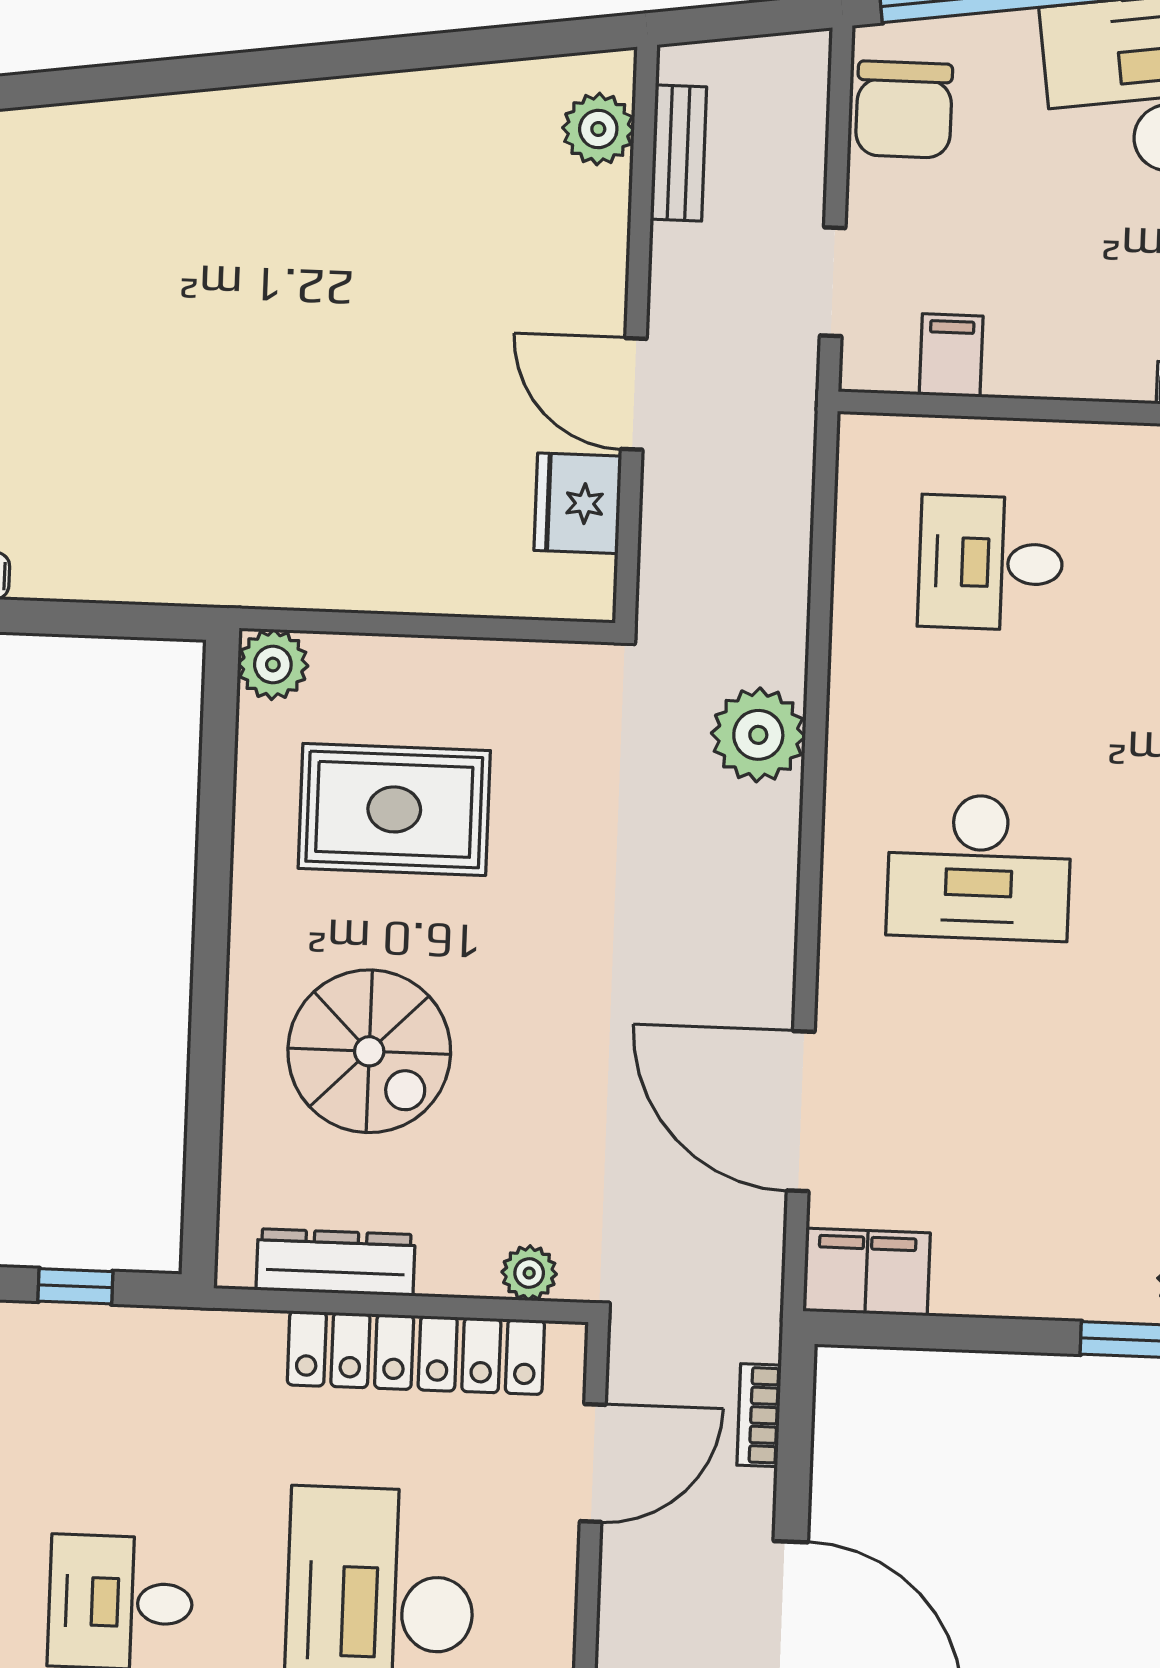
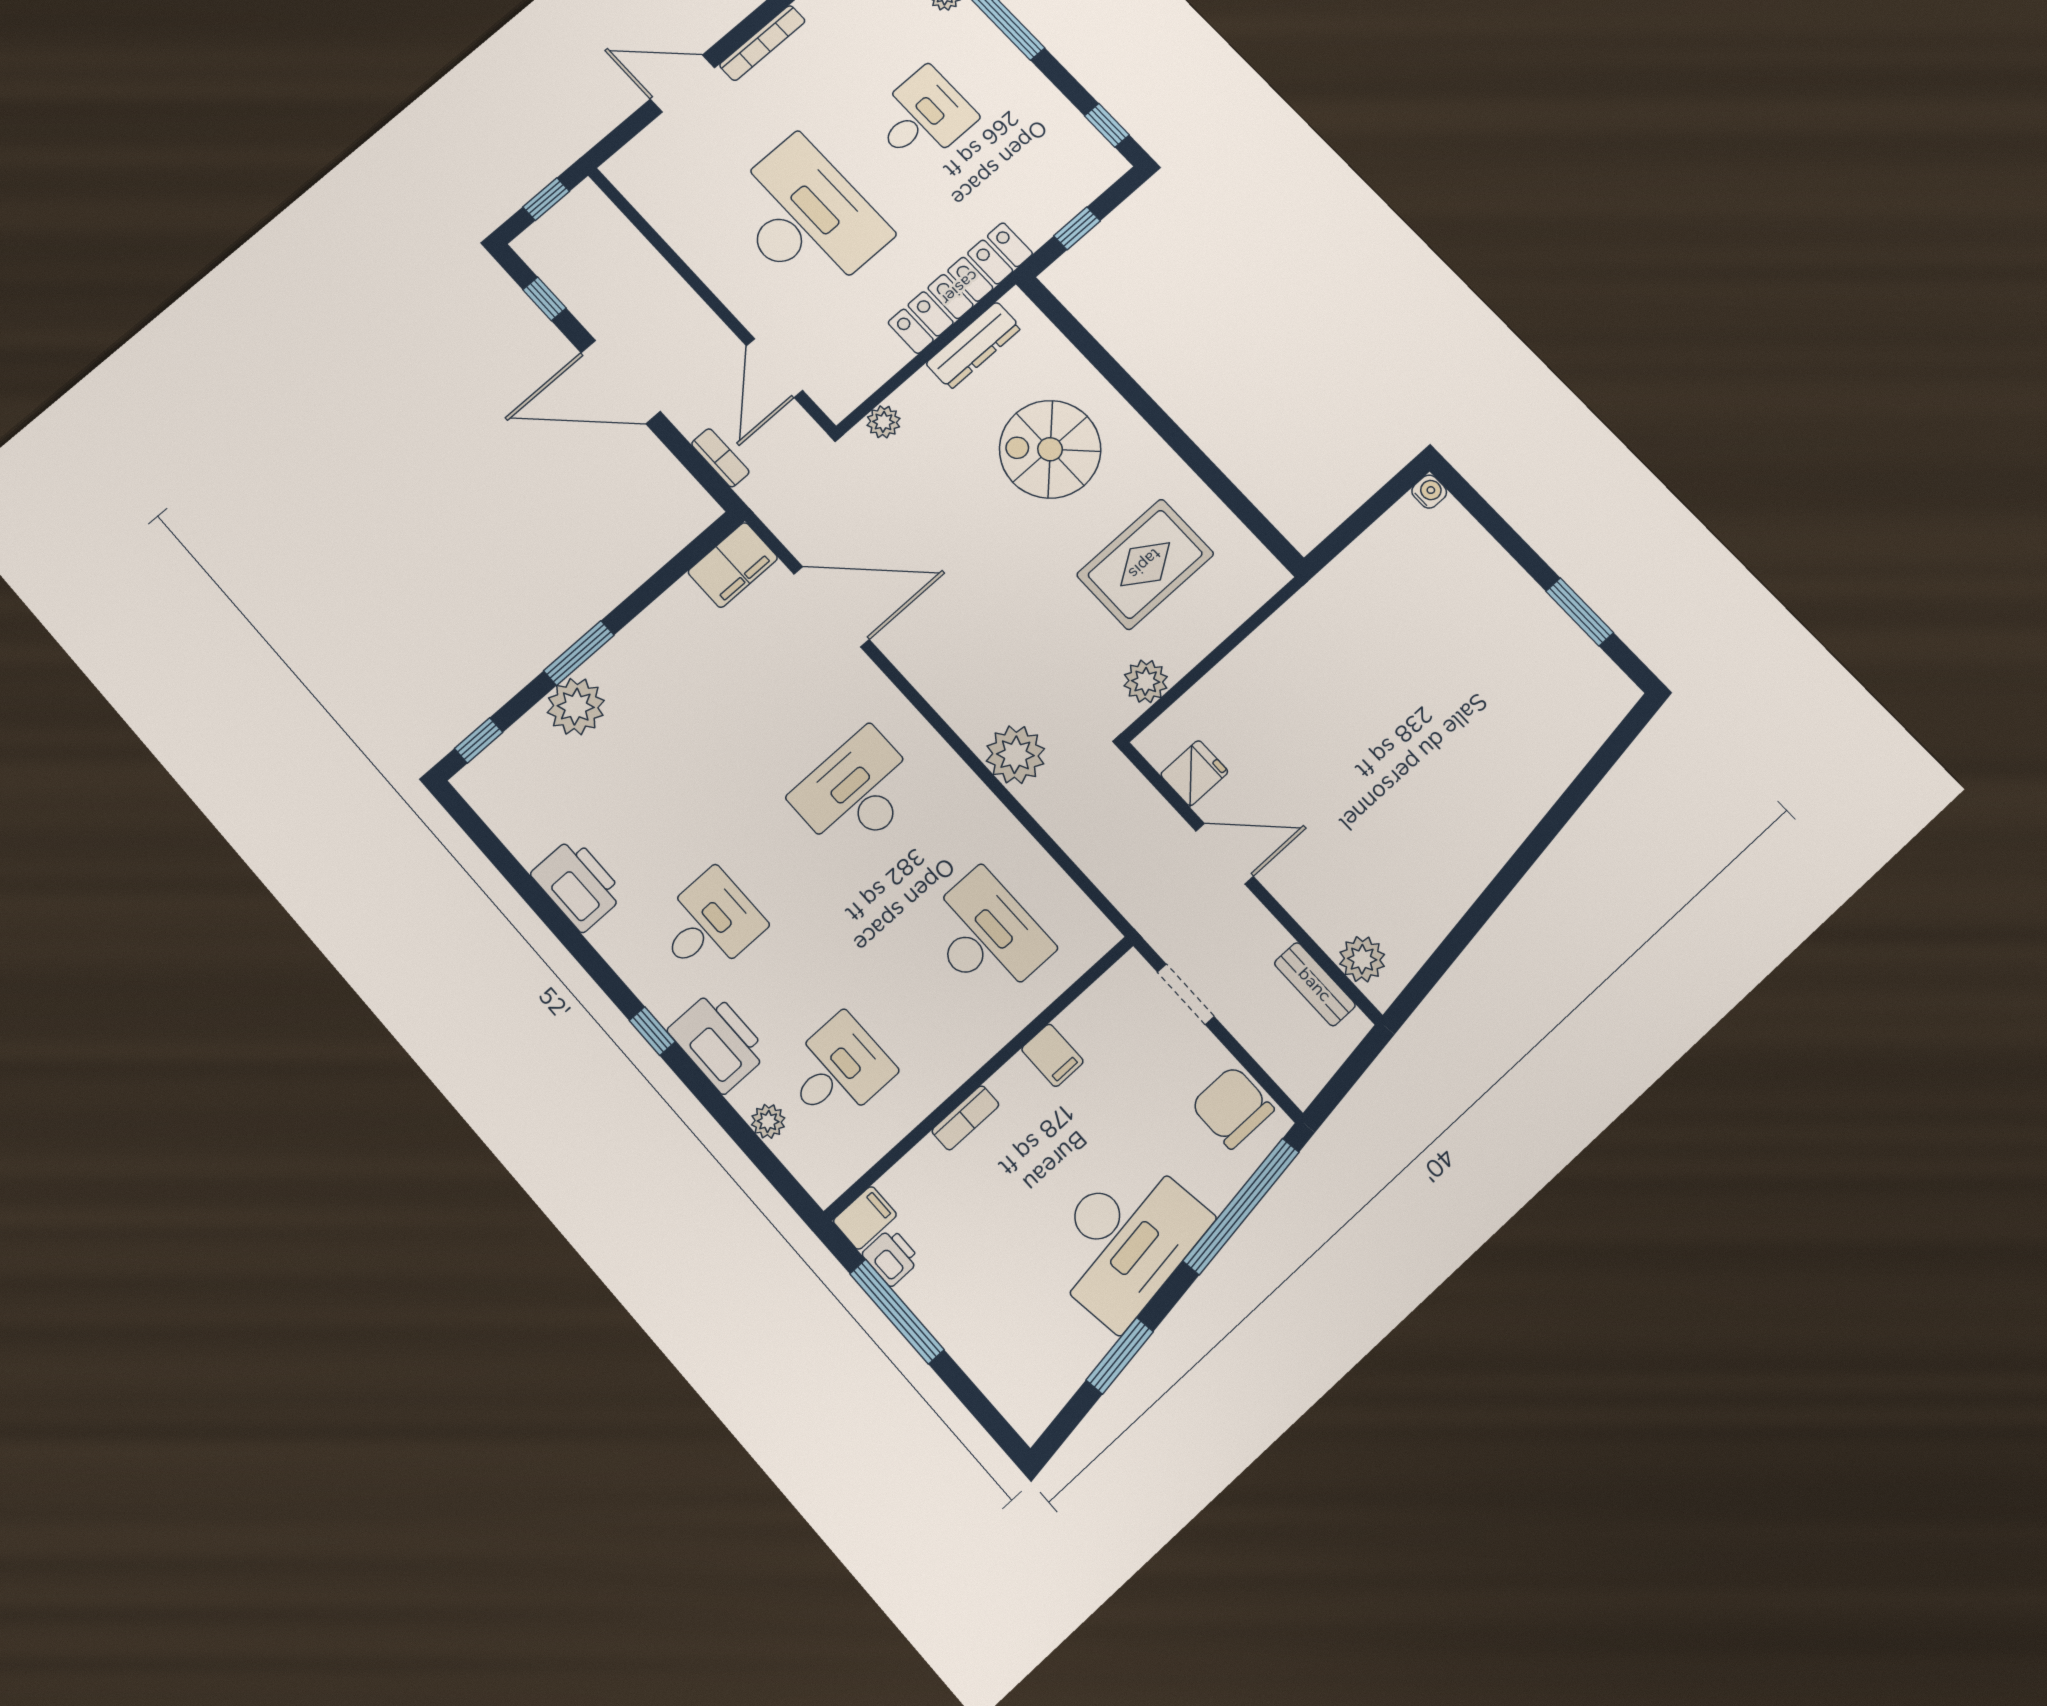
filing cabinet: (951, 355) -> (1052, 1055), moved
fridge: (578, 503) -> (1194, 773), width x0.72
desk: (991, 563) -> (986, 936), width x1.37
plant: (273, 665) -> (1146, 681), moved
locker: (416, 1353) -> (960, 288), moved

